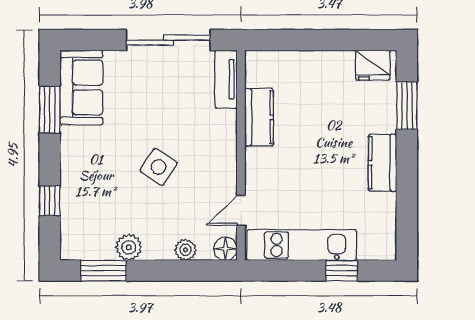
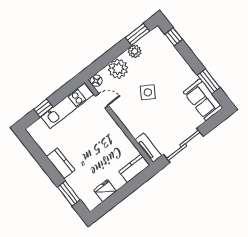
fridge: (373, 65) -> (105, 191), moved
kitchen counter: (259, 117) -> (134, 168), moved, turned 90
window: (50, 201) -> (174, 37), moved
door: (241, 210) -> (102, 101), hinge flipped
plant: (185, 250) -> (118, 69), width x1.88, depth x1.88

